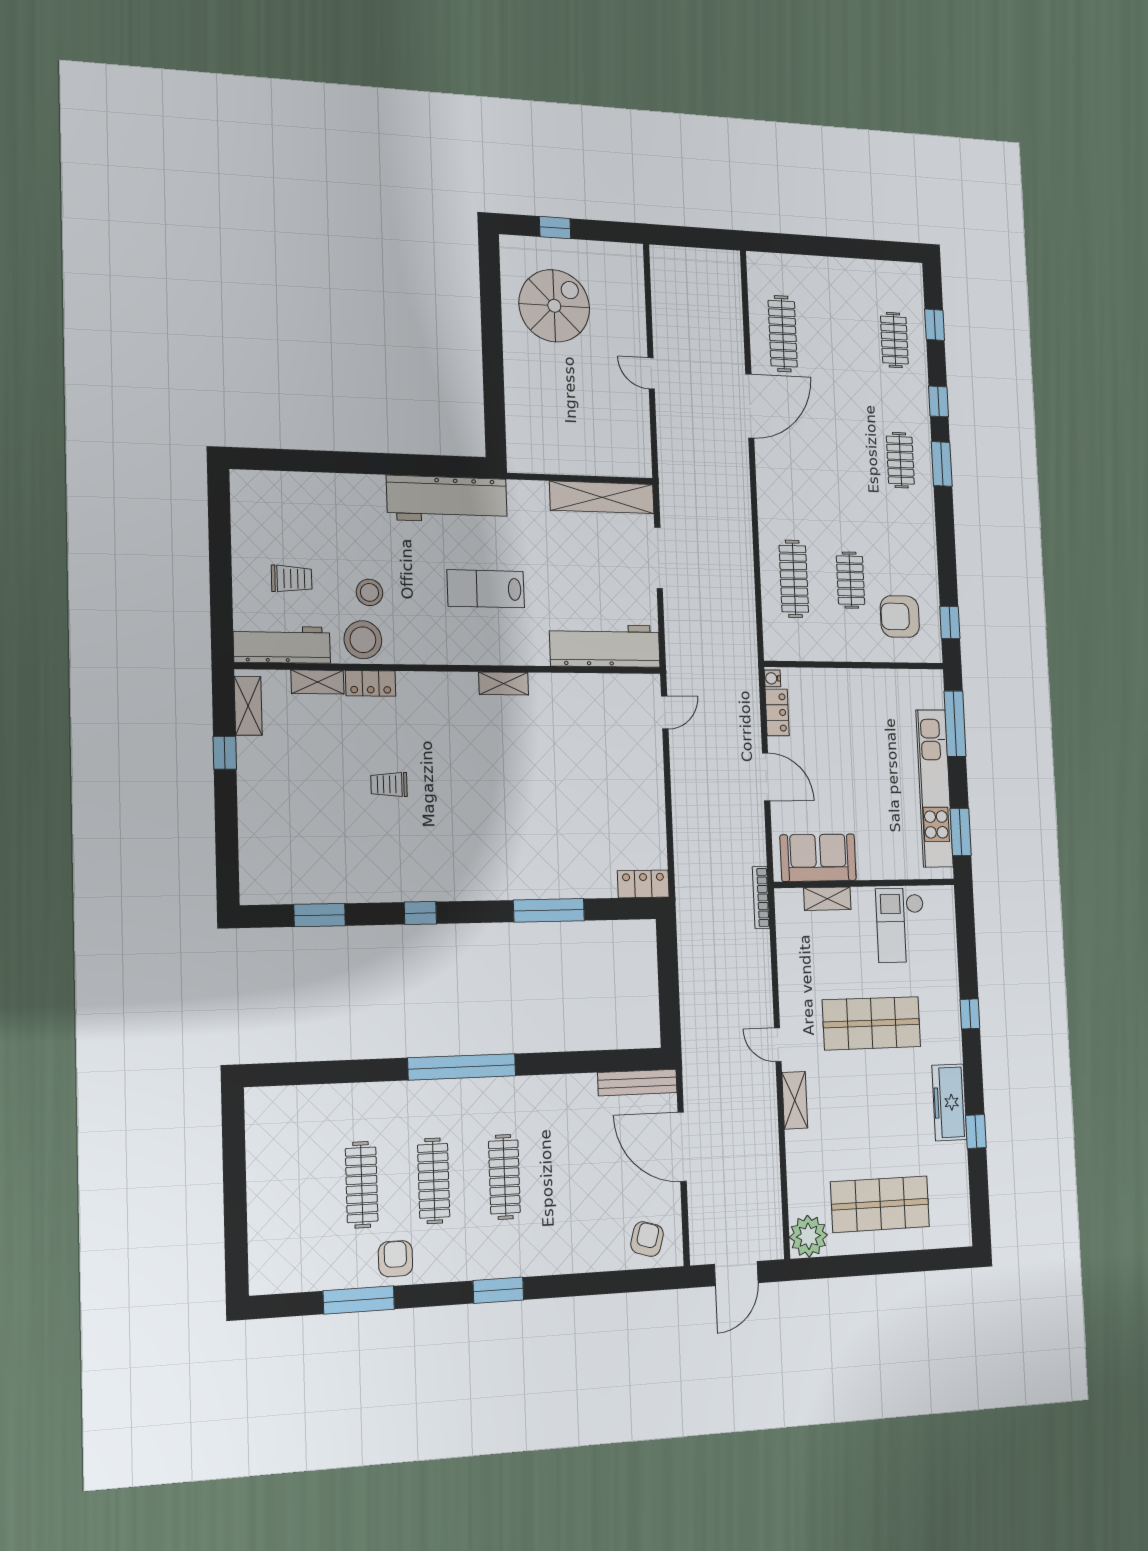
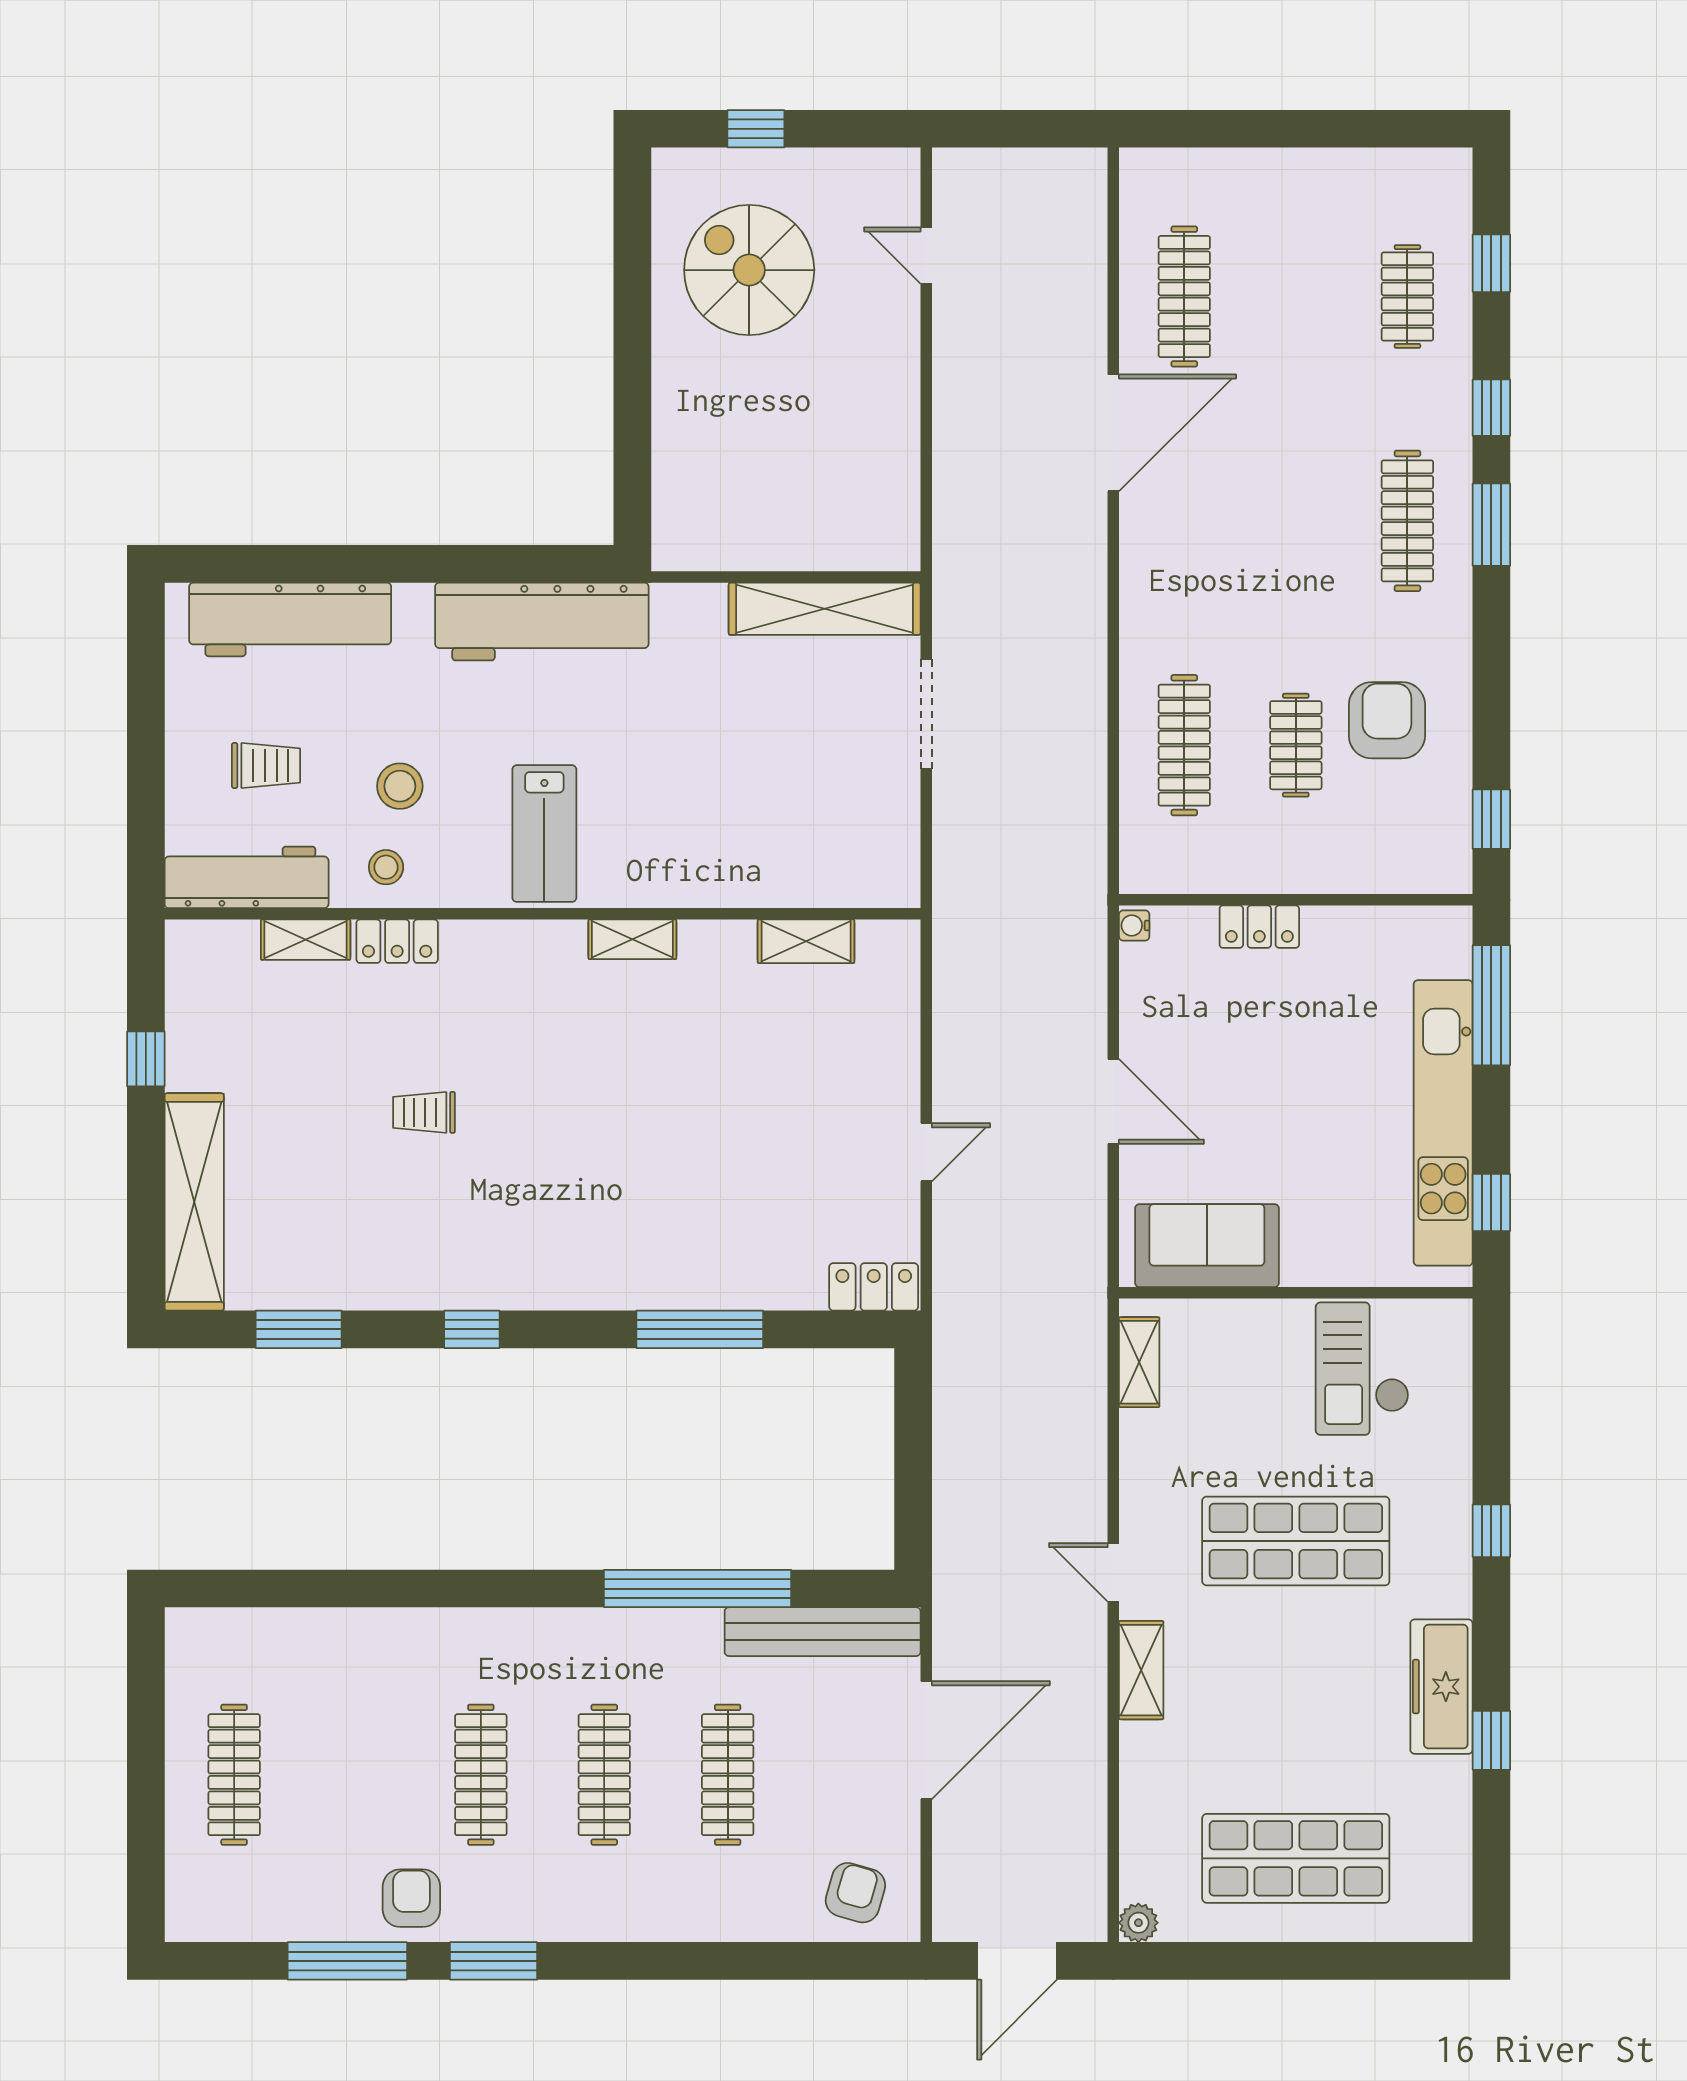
spiral stairs: (554, 306) -> (749, 270), turned -90
door: (651, 373) -> (926, 256), moved
clothes rail: (900, 460) -> (1407, 521), width x1.36
lab bench: (486, 589) -> (544, 834), moved, turned -90
armchair: (900, 617) -> (1387, 720), moved, turned 90
stool: (363, 640) -> (386, 867), width x0.53, depth x0.53
workbench: (605, 646) -> (290, 619), moved, turned 180
shelving: (599, 686) -> (806, 941), added
shelving: (248, 706) -> (194, 1202), moved, width x2.20, depth x1.33
door: (665, 712) -> (926, 1152), moved
locker: (777, 712) -> (1259, 927), moved, turned 90
window: (961, 832) -> (1491, 1203), width x0.67
bookcase: (761, 897) -> (1094, 1314), removed
shelving: (827, 899) -> (1139, 1362), moved, turned 90
window: (462, 1067) -> (698, 1589), moved
bench: (637, 1083) -> (823, 1632), width x1.37, depth x1.21
door: (682, 1147) -> (926, 1740), swing flipped
clothes rail: (574, 1173) -> (728, 1775), added
clothes rail: (362, 1185) -> (234, 1775), moved
plant: (808, 1236) -> (1138, 1923), width x0.53, depth x0.53
window: (498, 1290) -> (494, 1961), moved

